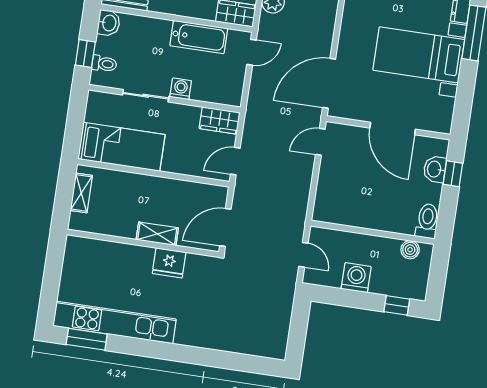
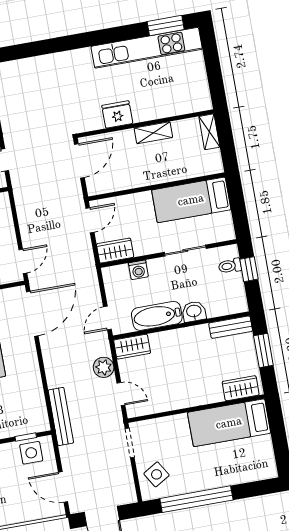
washbasin: (109, 23) -> (194, 312), moved, turned 90
washing machine: (181, 89) -> (138, 270), moved
shelving: (81, 193) -> (209, 132), moved
shelving: (157, 234) -> (153, 133), moved

